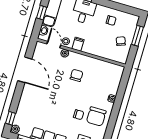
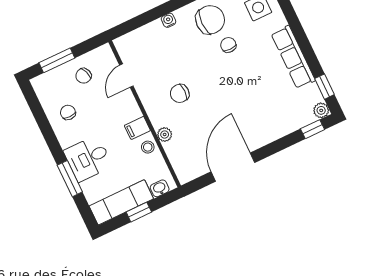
door: (54, 45) -> (126, 76), moved

